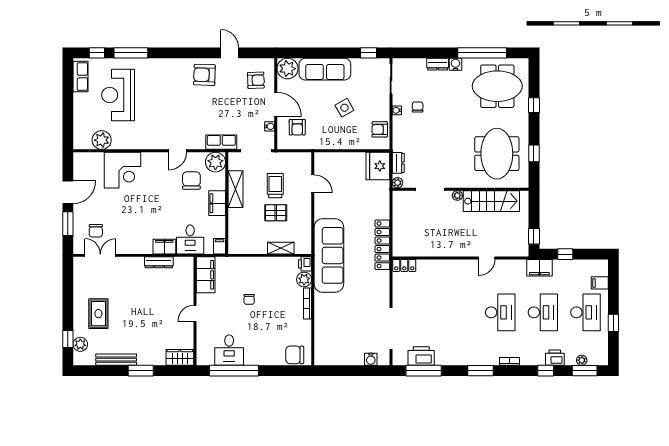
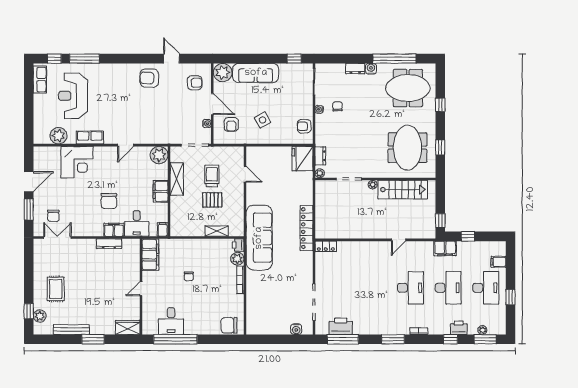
side table: (344, 108) -> (263, 120), moved
row of seats: (221, 142) -> (90, 137), moved
chair: (191, 180) -> (109, 201), moved, turned 180

